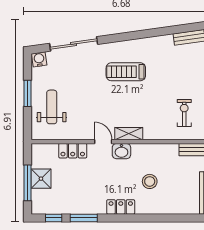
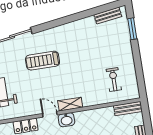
treadmill: (126, 72) -> (43, 61), moved

